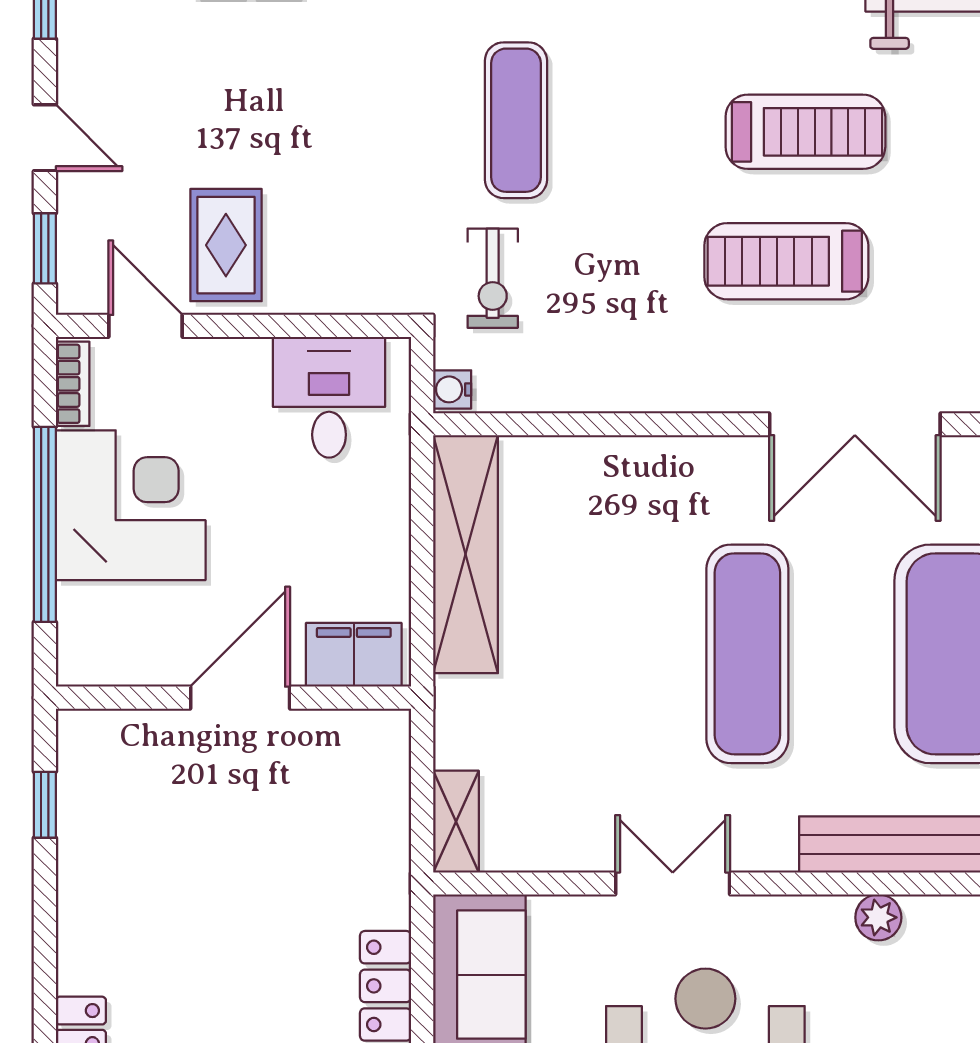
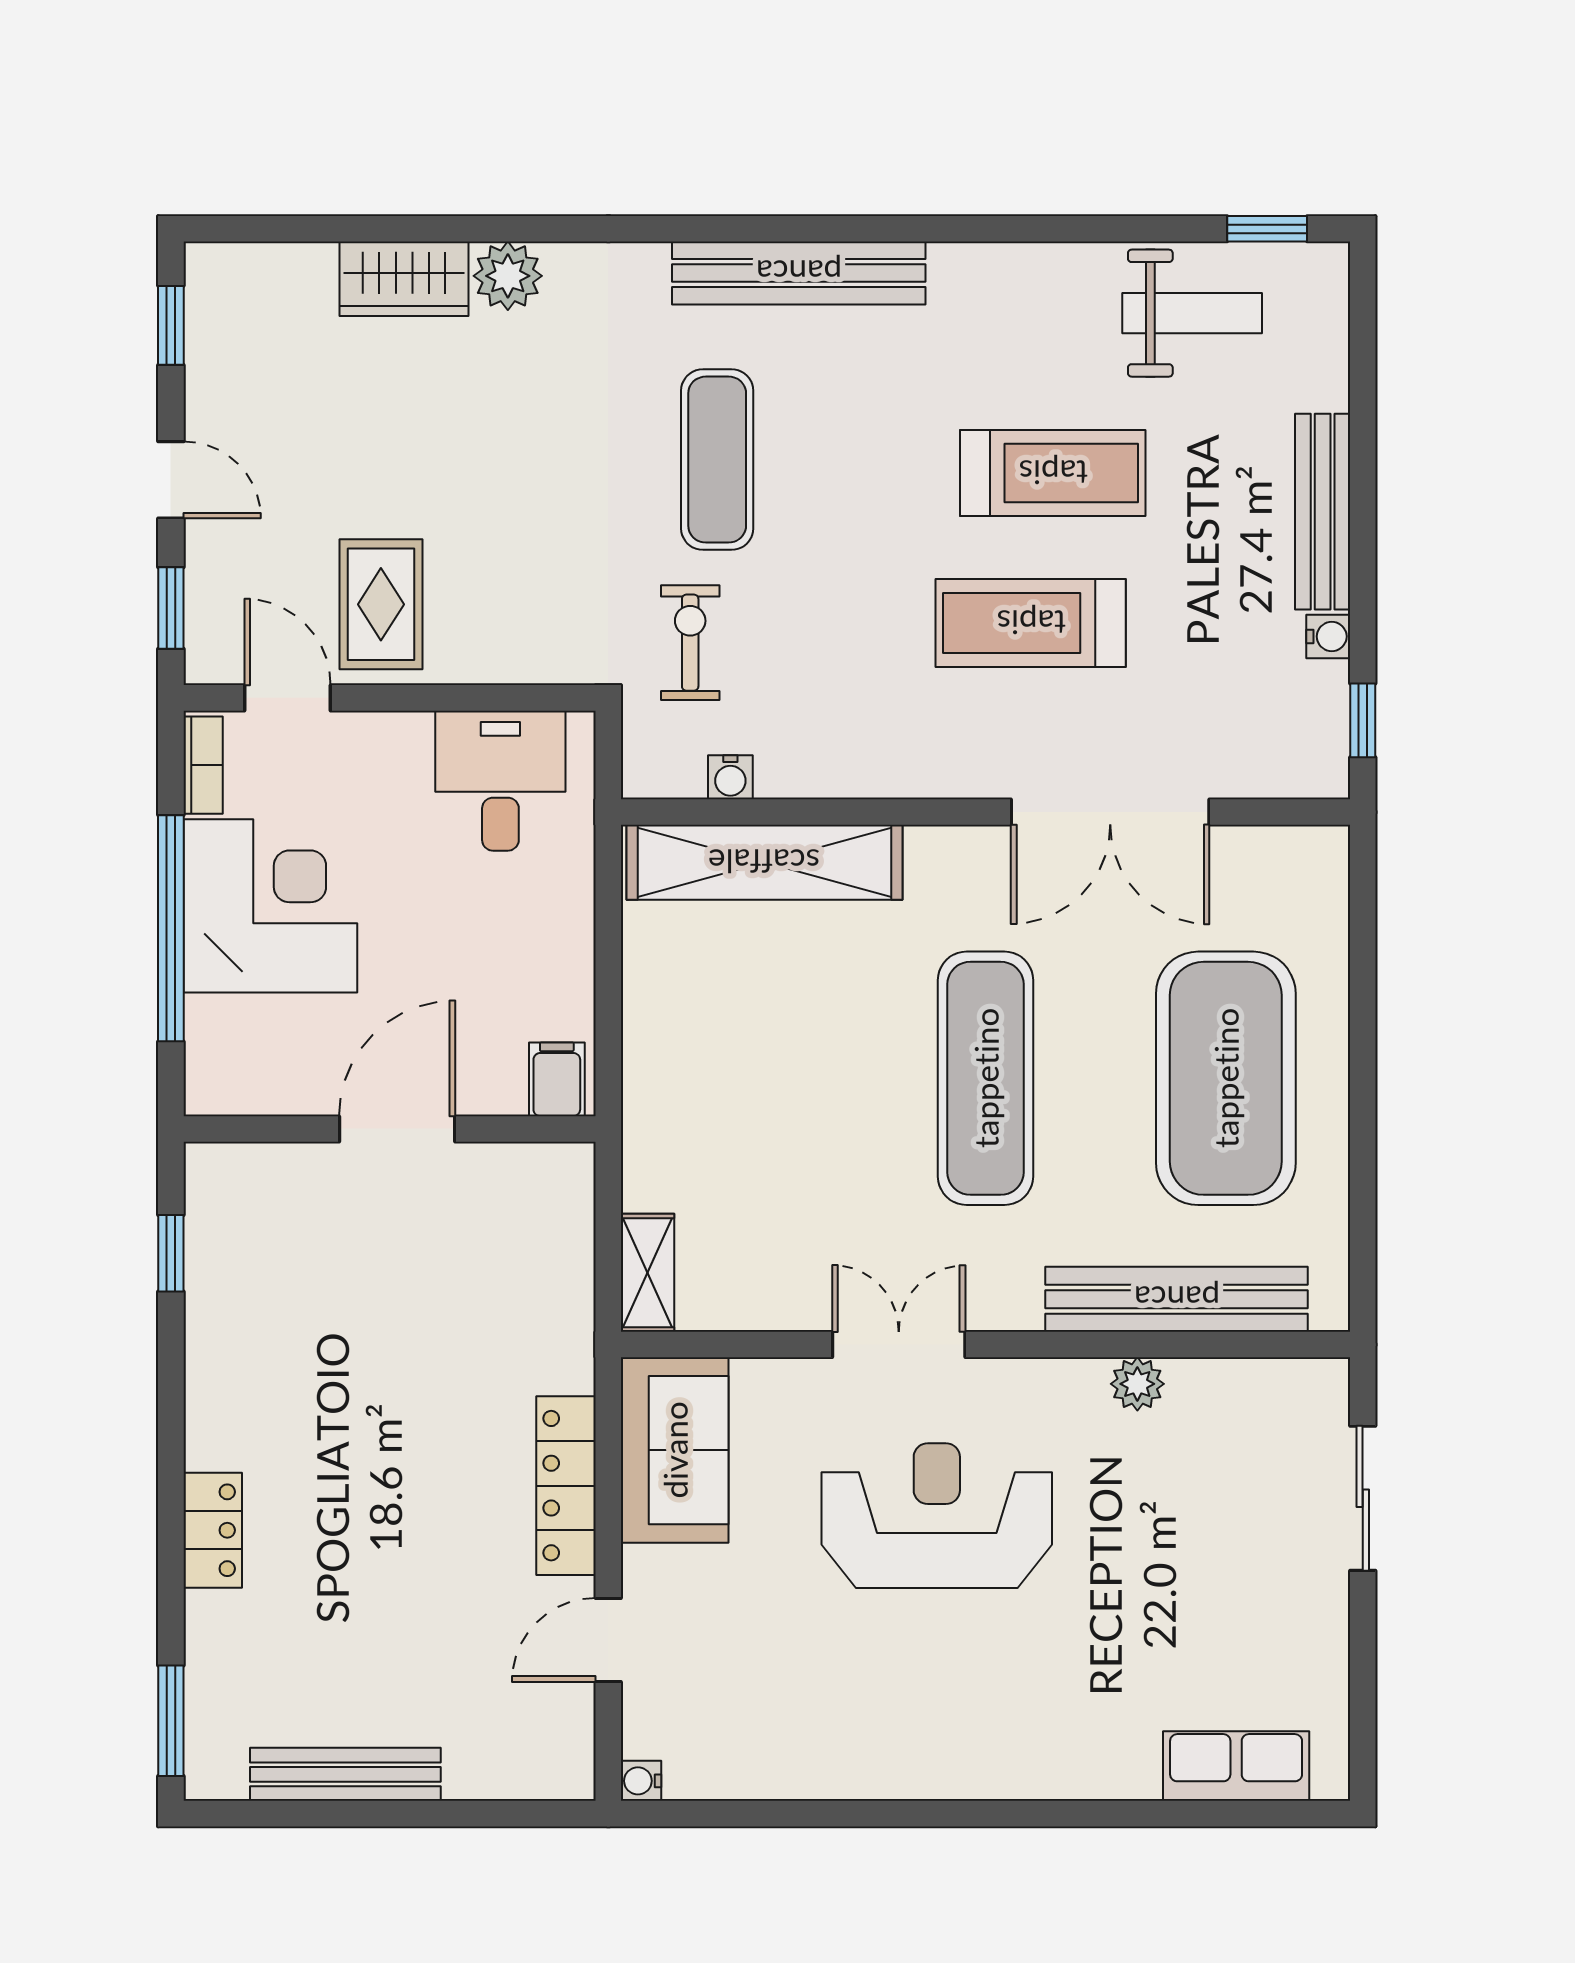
exercise bike: (493, 278) -> (690, 643), turned 180
water cooler: (452, 389) -> (730, 777), moved, turned -90
shelving: (465, 554) -> (764, 862), moved, turned 90
filing cabinet: (354, 655) -> (557, 1079), width x0.50

